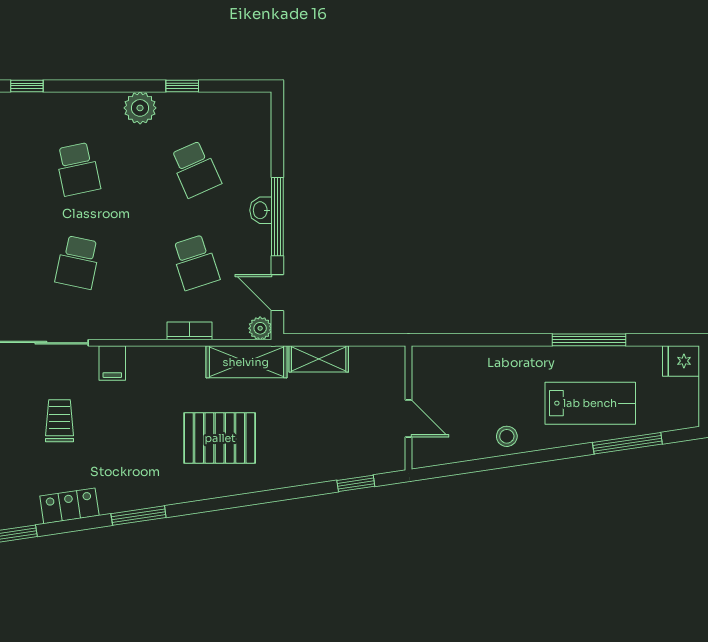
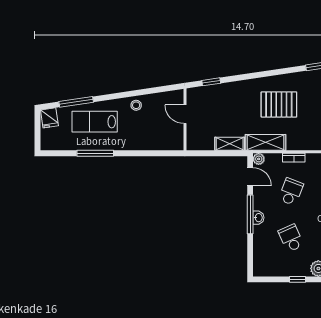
school desk: (195, 262) -> (291, 192), turned 39
fridge: (681, 361) -> (49, 118), moved, turned 82

